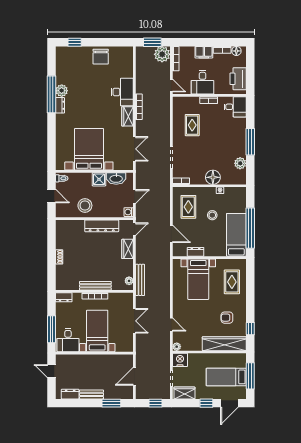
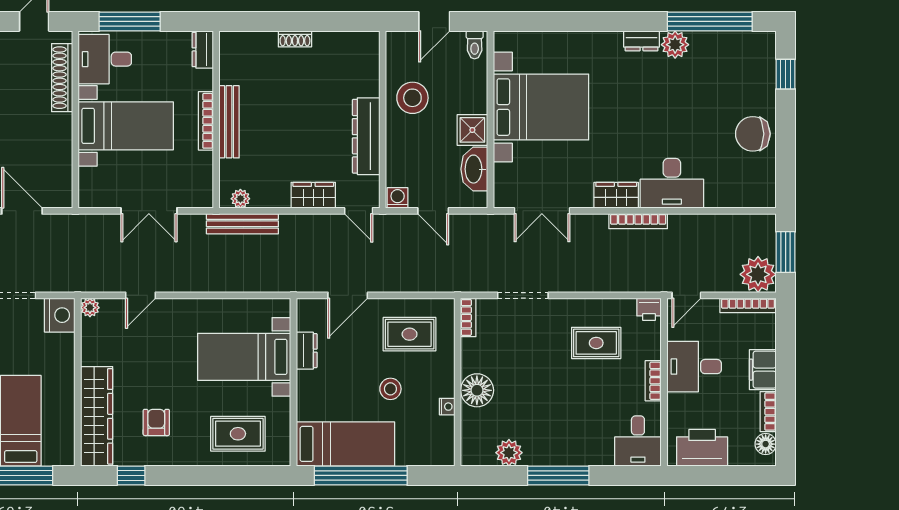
window: (51, 94) -> (710, 21), moved
printer: (177, 102) -> (649, 309), added
shoe rack: (76, 359) -> (62, 78), added

